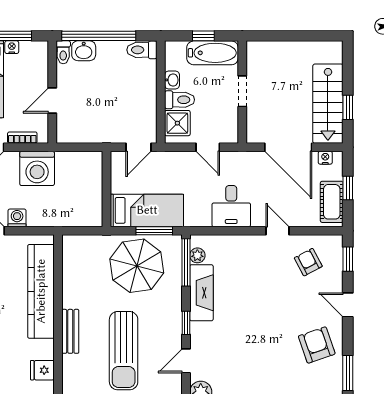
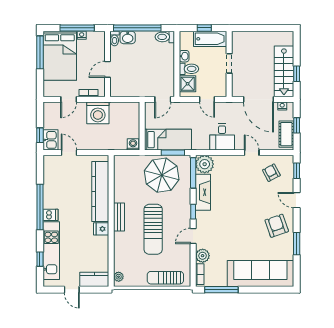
washing machine: (17, 218) -> (133, 144), moved
plant: (197, 255) -> (205, 164), width x1.87, depth x1.87
fridge: (42, 370) -> (101, 229), moved

